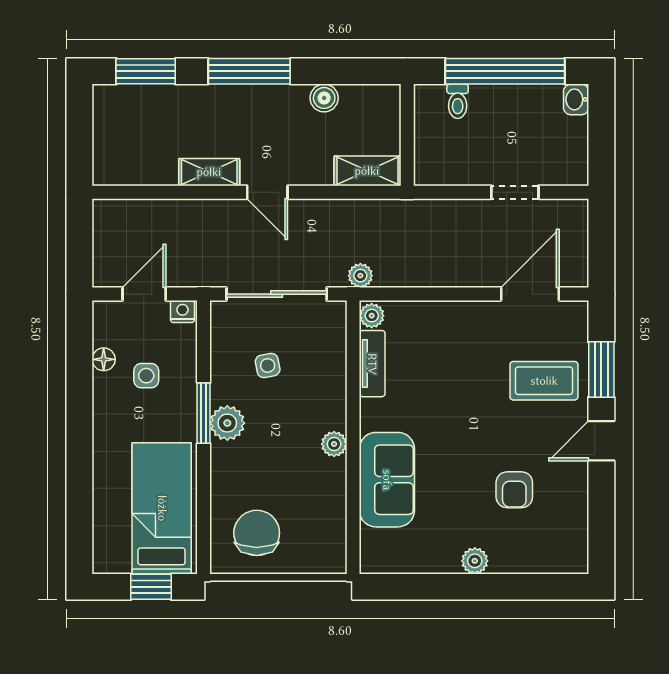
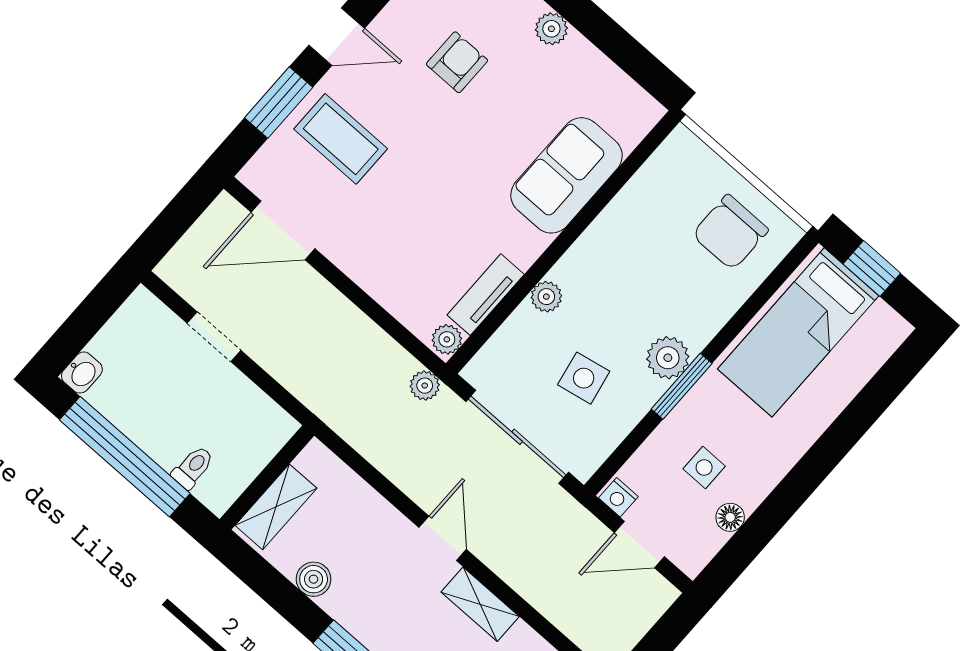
shelving: (367, 171) -> (276, 507), moved, turned 90
side table: (268, 365) -> (584, 378), width x1.37, depth x1.37
plant: (334, 444) -> (546, 297), moved

